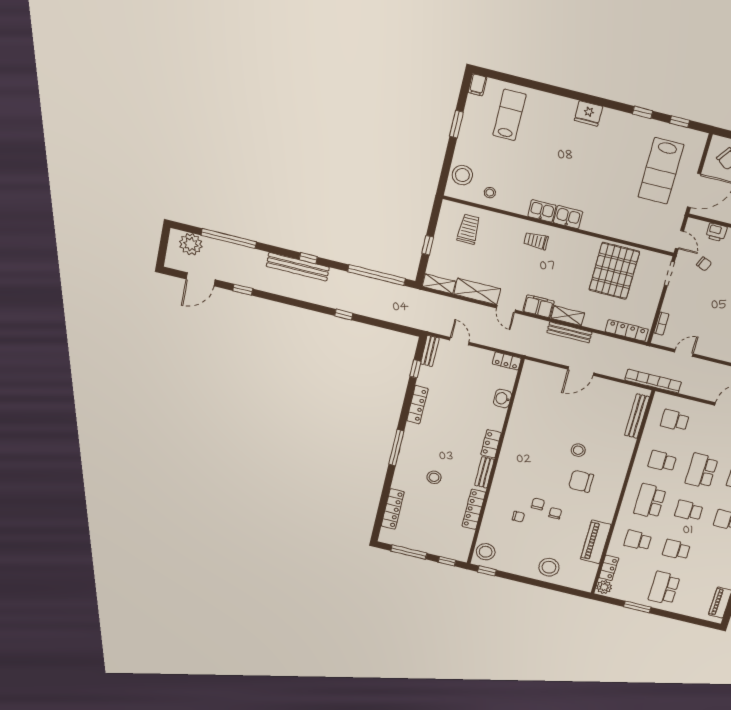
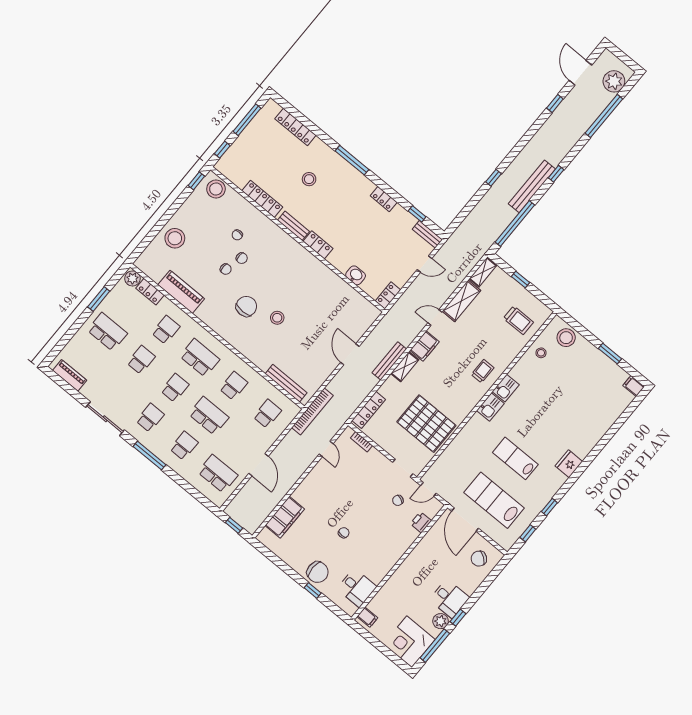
lab bench: (509, 115) -> (515, 458), moved, turned 180
bench: (298, 267) -> (532, 186), moved
locker: (417, 405) -> (384, 199), width x0.66

